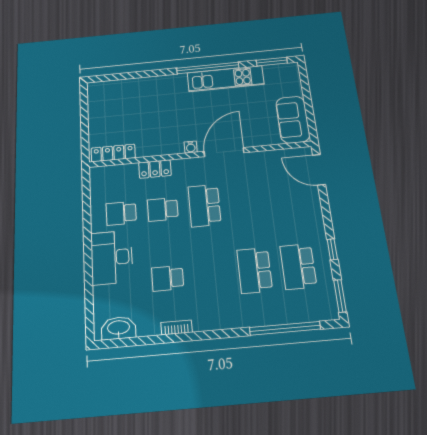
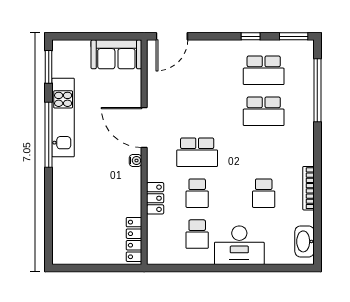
bookcase: (177, 327) -> (309, 188), width x1.56

